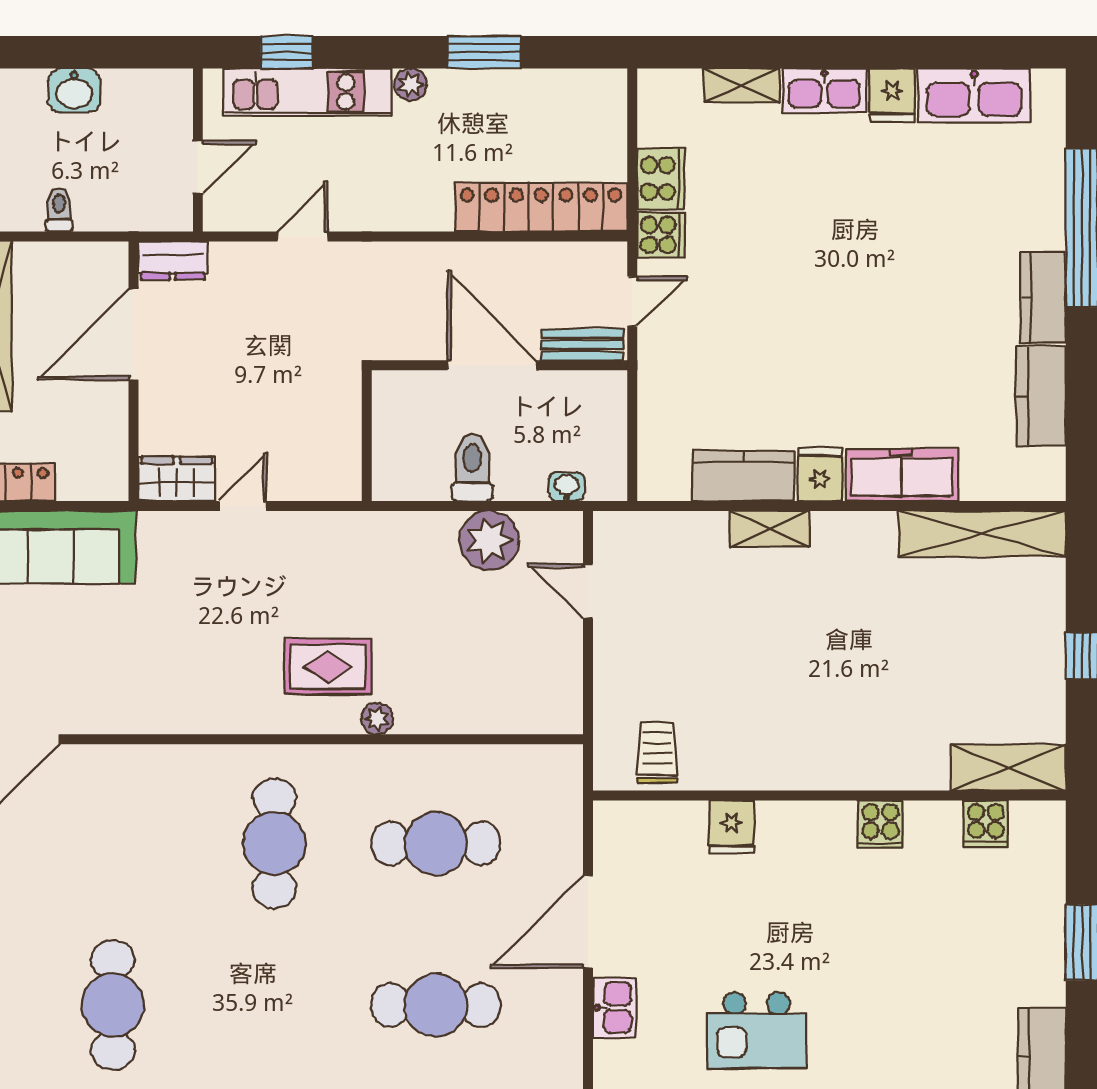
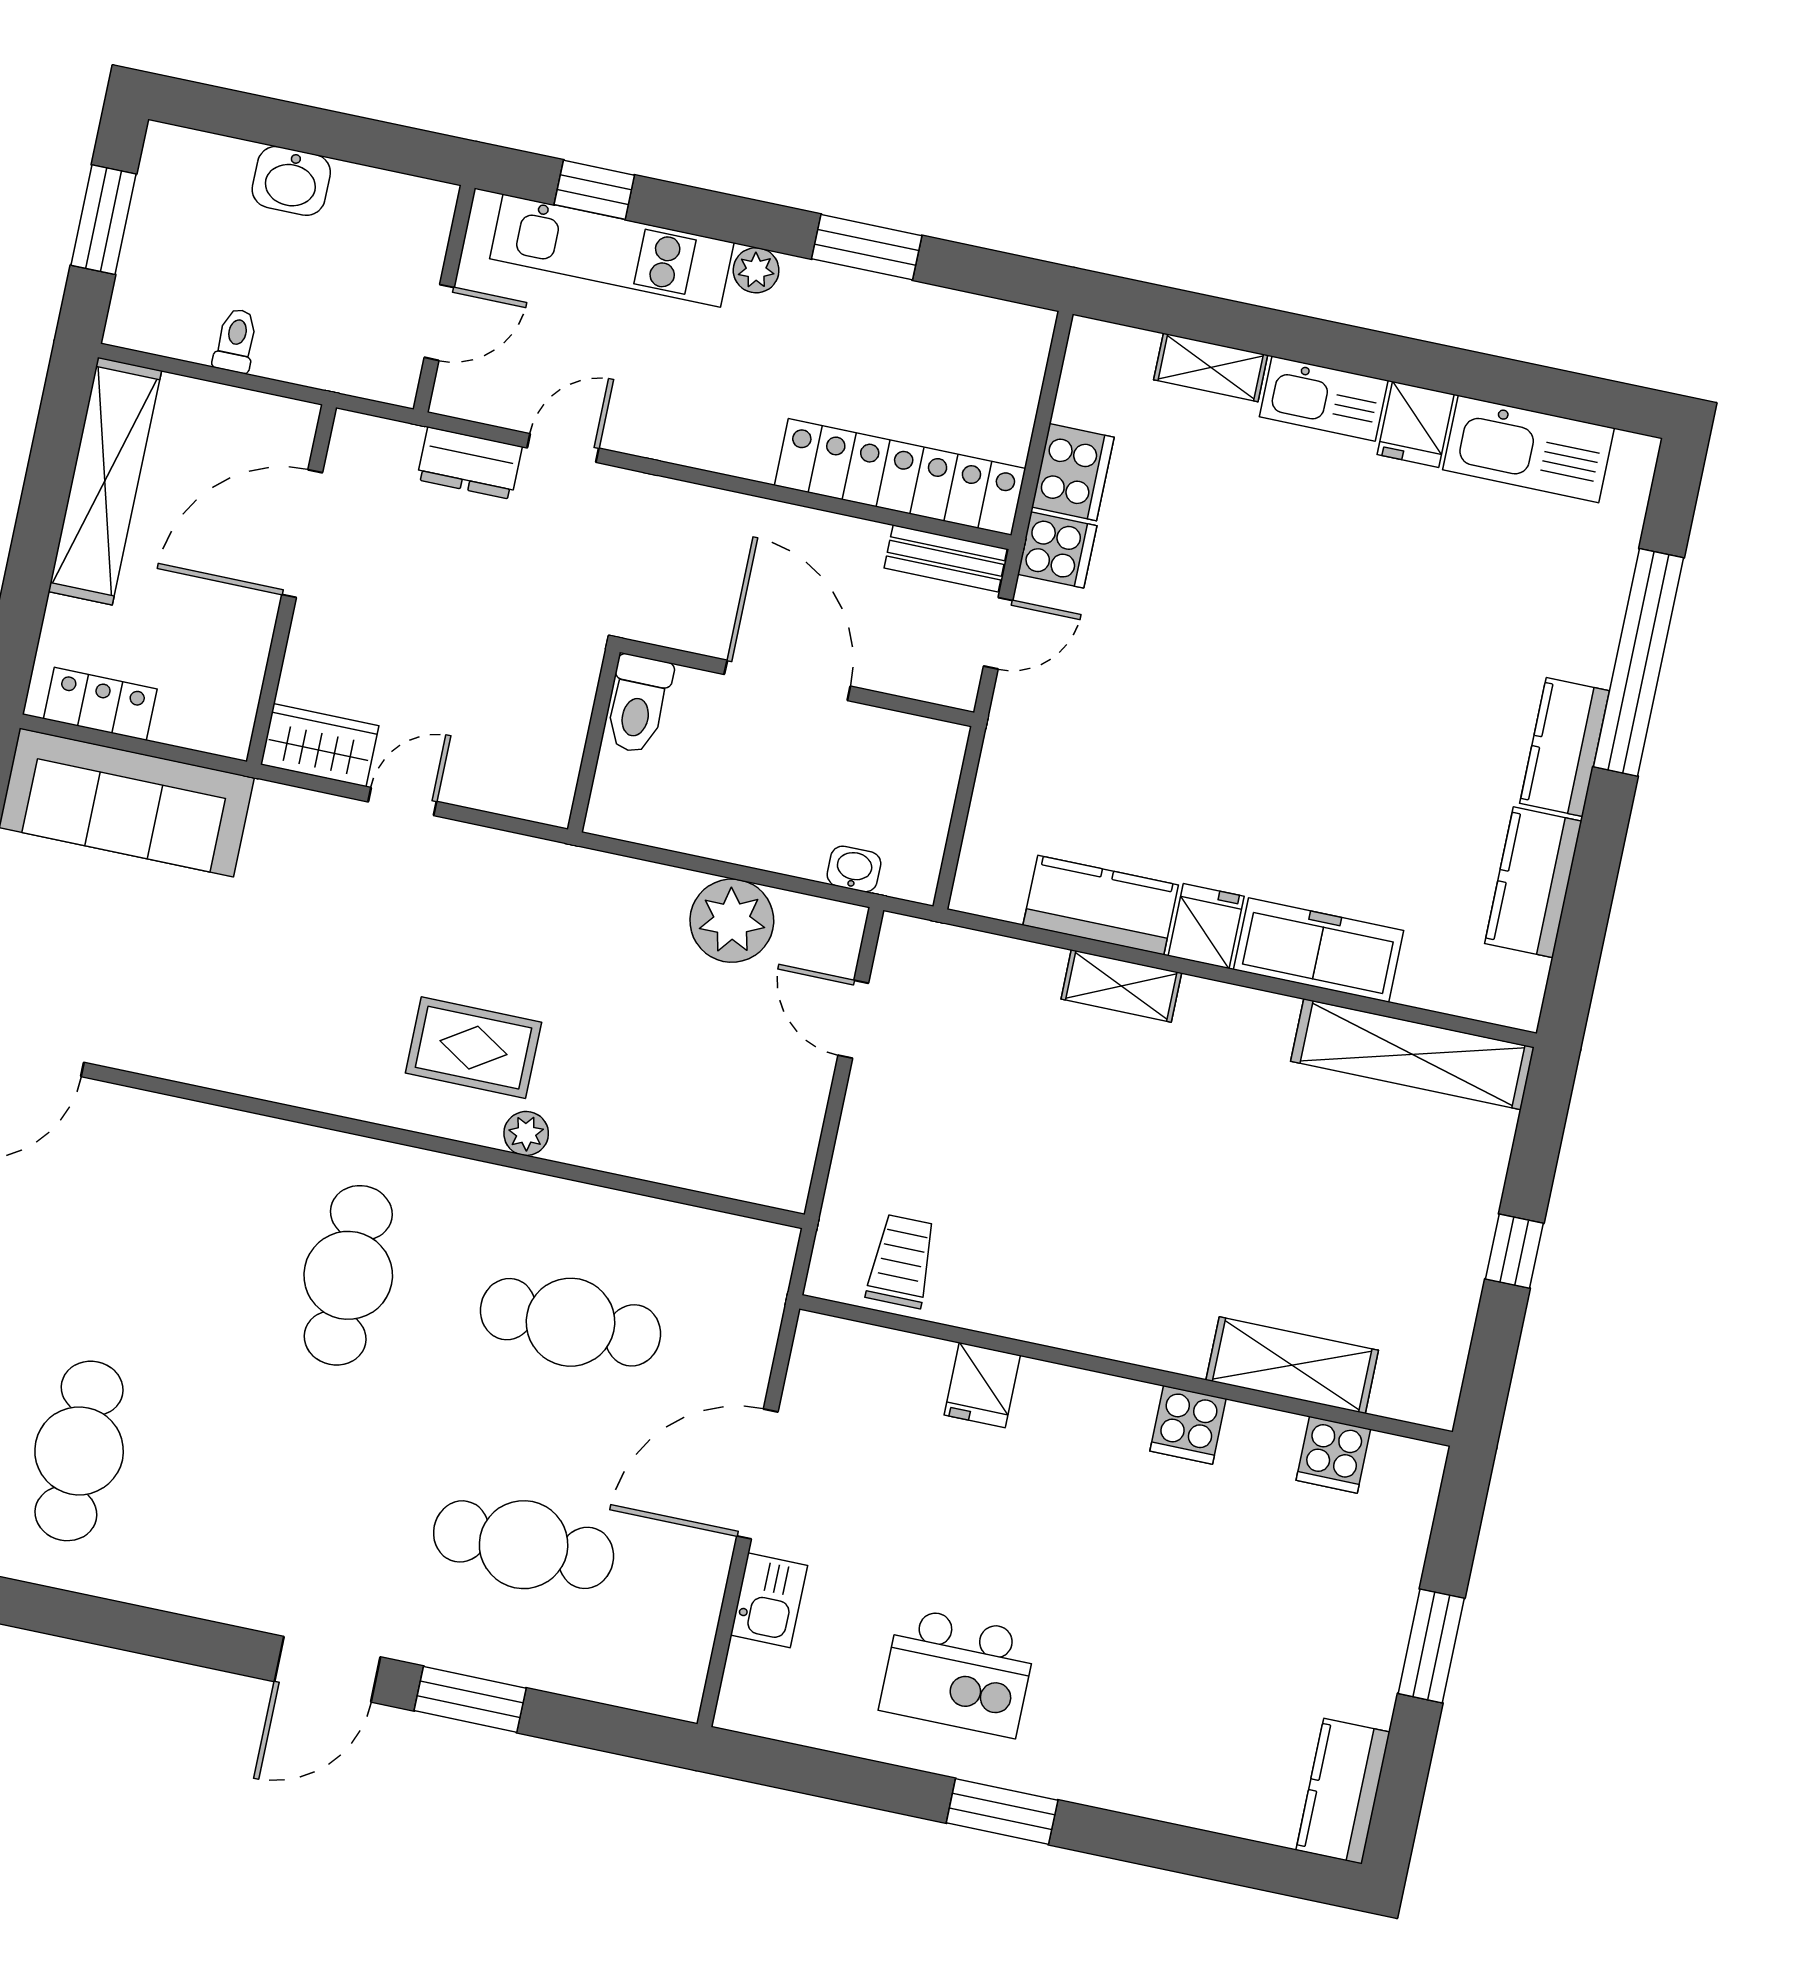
dresser: (173, 261) -> (470, 463), moved
bench: (582, 345) -> (946, 558), moved
toilet: (472, 467) -> (638, 704), moved, turned 180
shelving: (1008, 768) -> (1292, 1365), moved

